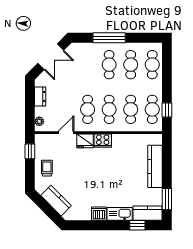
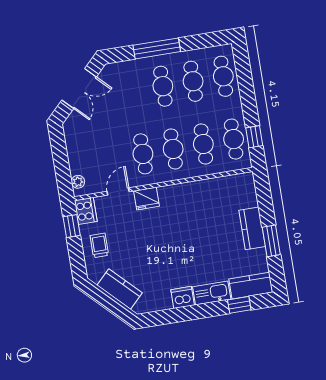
dresser: (40, 96) -> (73, 147), removed
cooker: (103, 141) -> (86, 211), moved, turned -90
kitchen counter: (155, 166) -> (252, 228), width x0.67
window: (167, 199) -> (271, 241), moved

